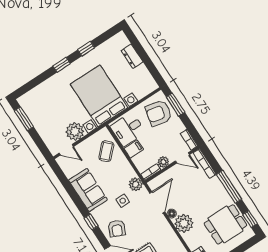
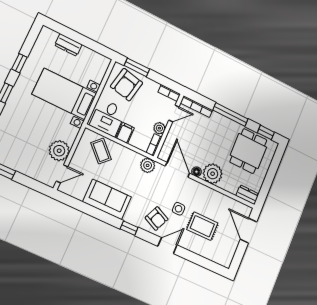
bed with nightstands: (99, 96) -> (64, 94), width x0.73
side table: (123, 201) -> (179, 209), moved

